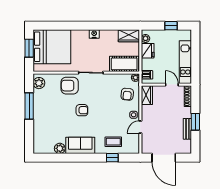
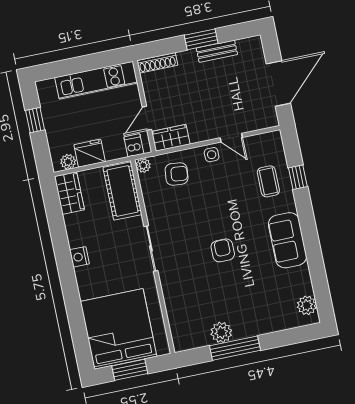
plant: (39, 83) -> (221, 332), moved
door: (172, 85) -> (147, 118), moved
armchair: (70, 86) -> (183, 282), removed
plant: (60, 148) -> (307, 305), moved

